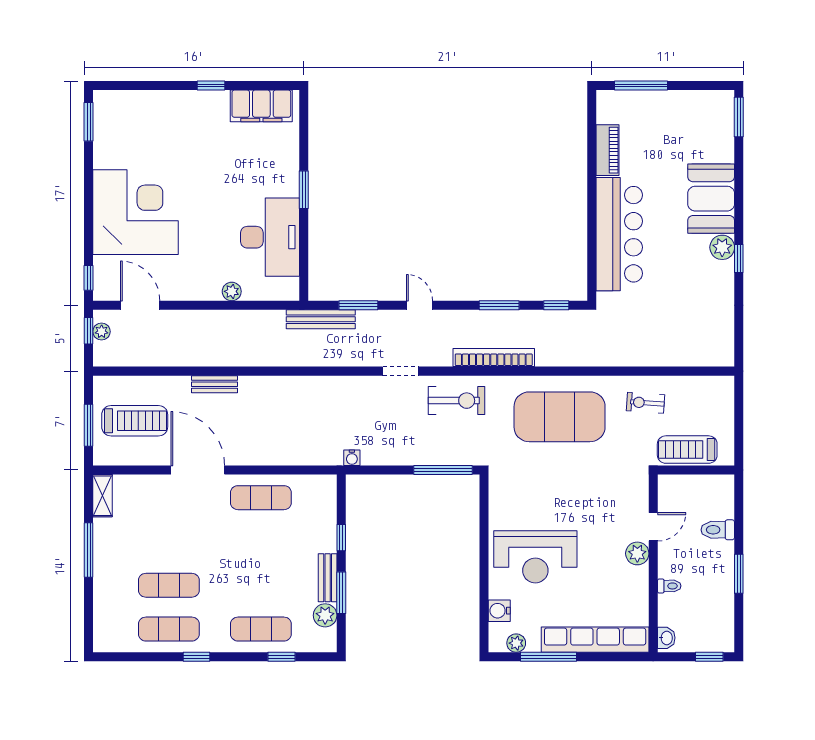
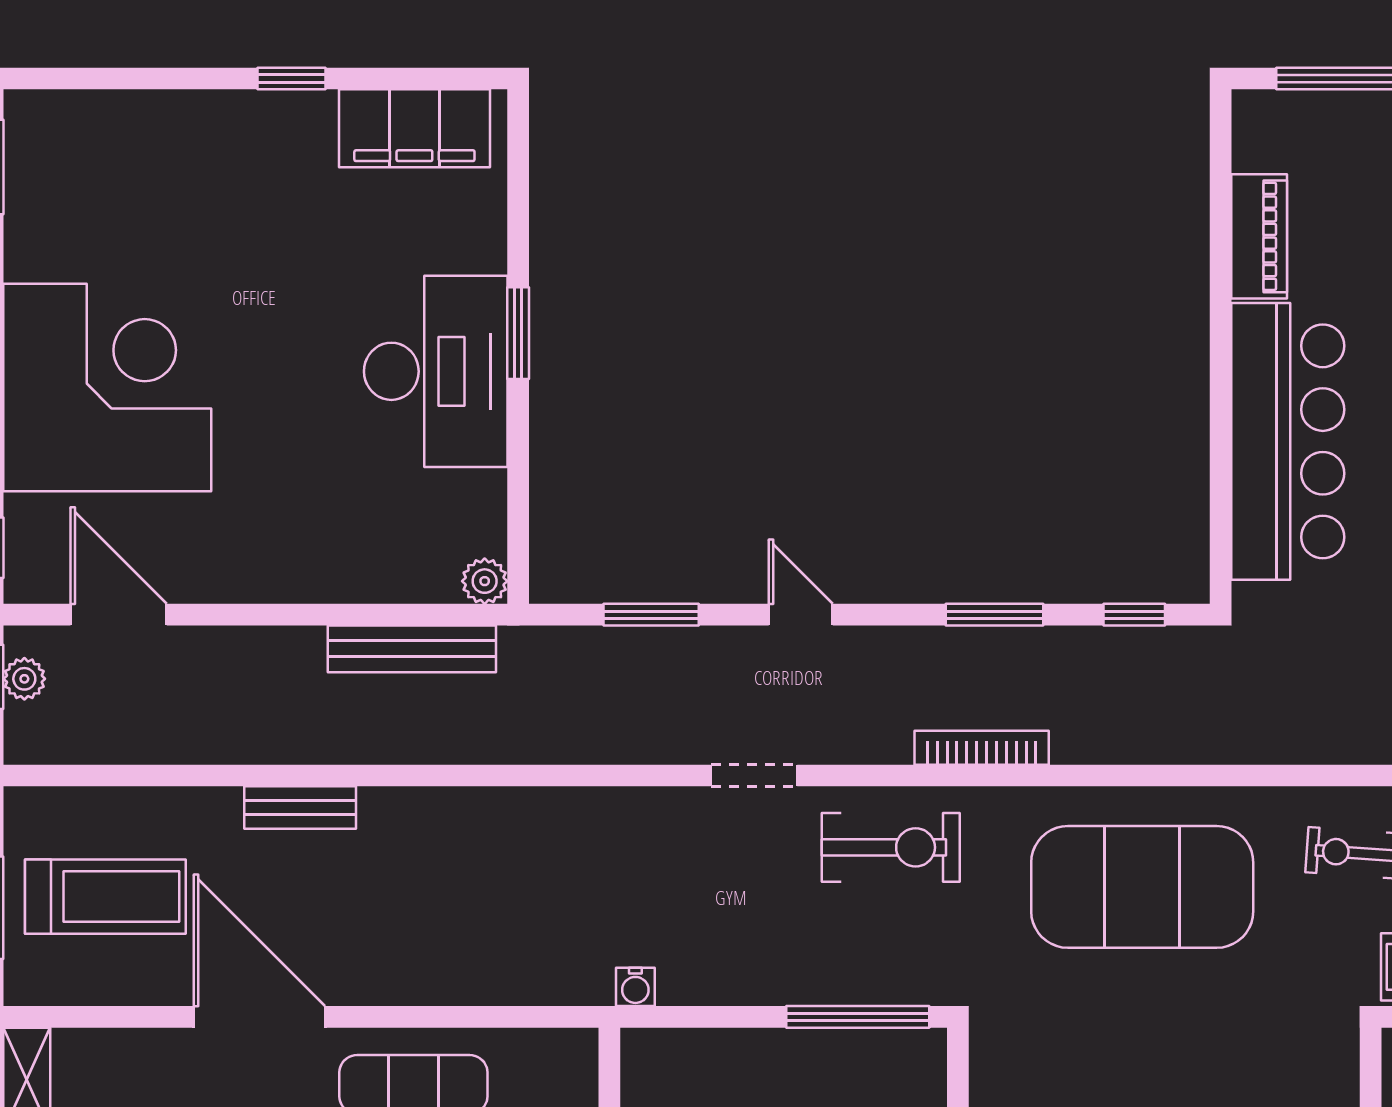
desk: (270, 237) -> (436, 371), moved
plant: (232, 291) -> (485, 581), moved
bench: (321, 319) -> (412, 649), moved
bookcase: (494, 358) -> (982, 748), width x0.68, depth x0.76

